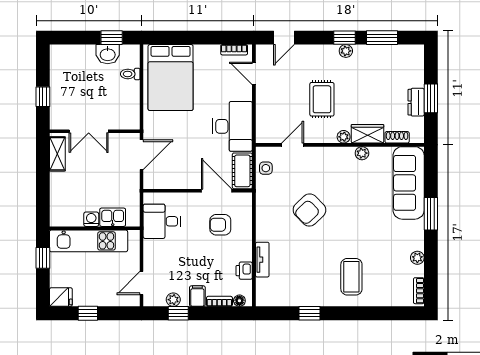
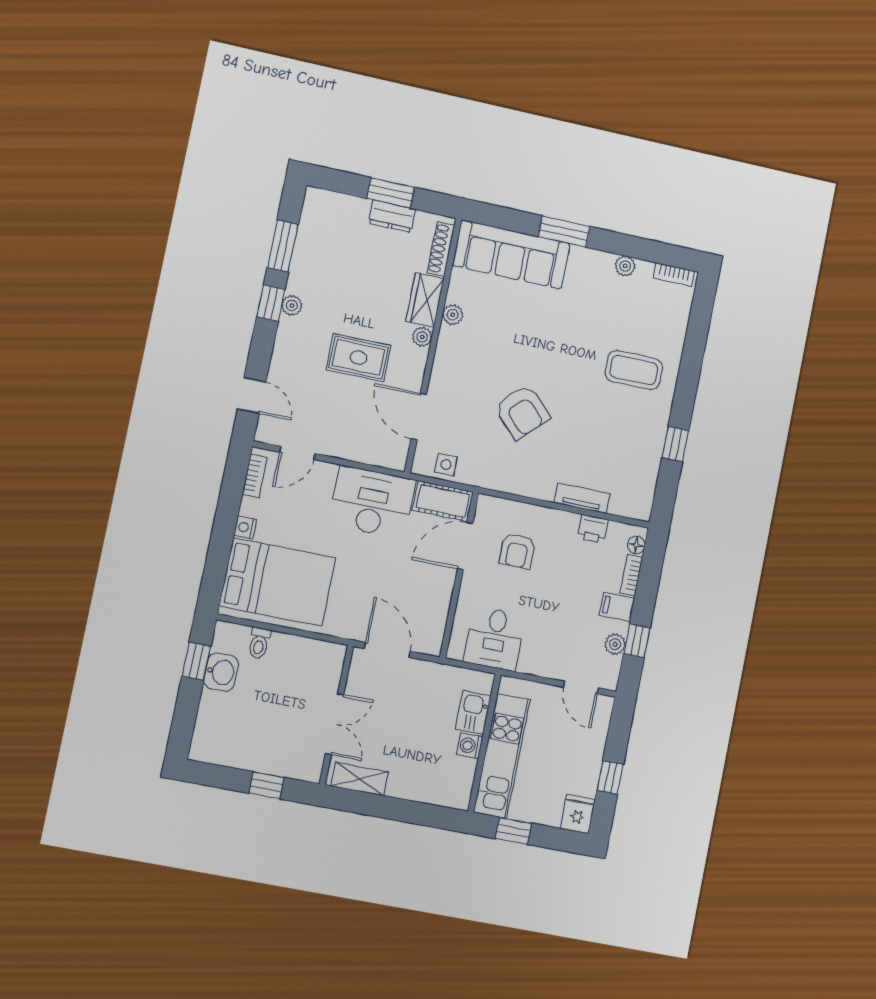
nightstand: (201, 50) -> (245, 527), added
shoe rack: (397, 137) -> (441, 249), width x1.43
door: (293, 145) -> (419, 417), width x1.38

